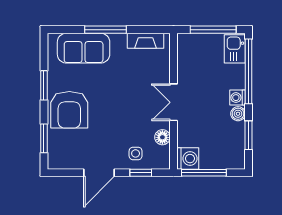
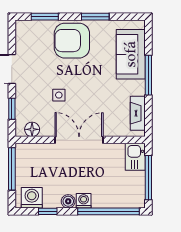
kitchen sink: (235, 49) -> (135, 157), moved, turned -90
double door: (174, 102) -> (79, 140), width x1.37
window: (249, 135) -> (48, 211), width x0.67
floor lamp: (162, 137) -> (32, 129), moved
side table: (136, 153) -> (59, 95), moved
washing machine: (188, 159) -> (32, 198), moved, turned 180

